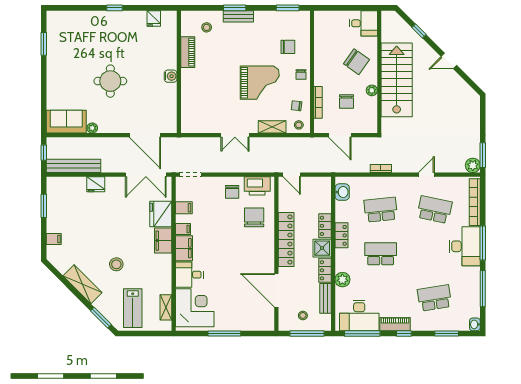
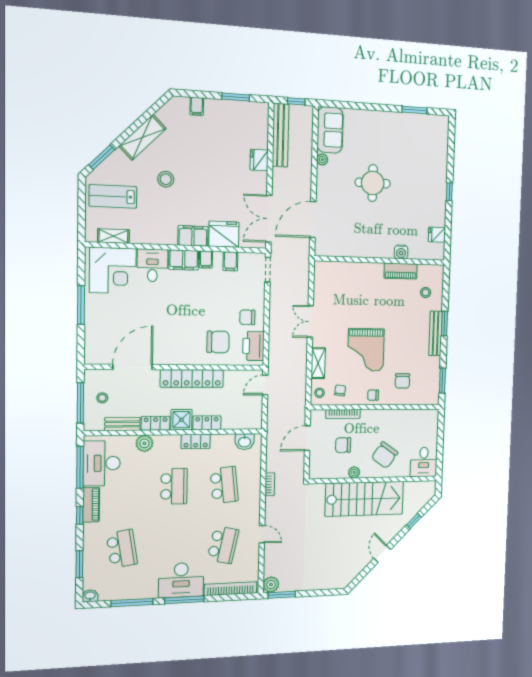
bench: (238, 16) -> (436, 333), width x1.36
water cooler: (171, 76) -> (401, 252), moved

